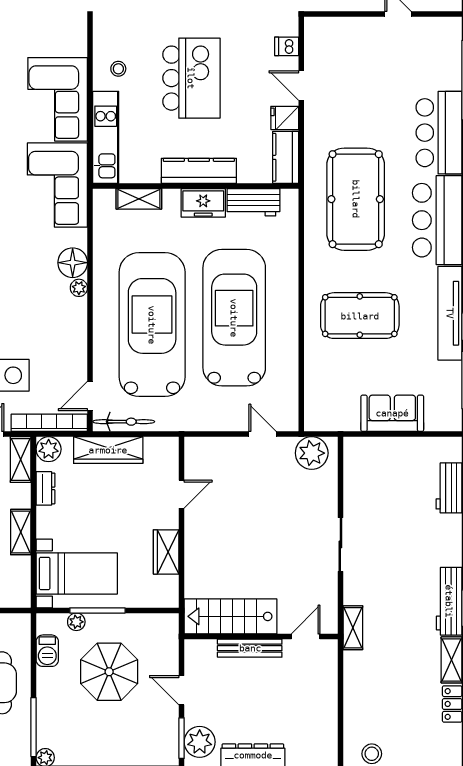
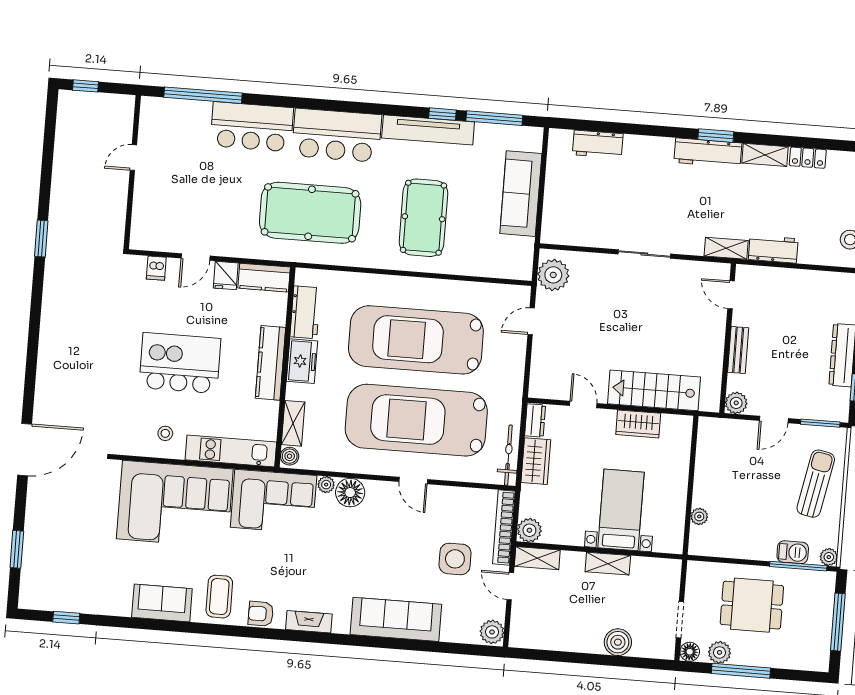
corner sofa: (58, 99) -> (175, 504), width x1.36, depth x1.36
boiler: (105, 198) -> (290, 456), added
plant: (79, 288) -> (326, 485), moved
door: (90, 396) -> (413, 480), moved
sofa: (392, 413) -> (521, 194), width x1.36
wardrobe: (108, 450) -> (536, 461), width x0.67
dresser: (46, 488) -> (535, 420), moved, turned 90
bed with nightstands: (77, 573) -> (621, 510), moved
window: (97, 610) -> (690, 495), removed
stairs: (231, 616) -> (654, 390), moved, turned 90
bench: (250, 648) -> (738, 350), width x0.73
barbecue: (47, 651) -> (793, 552), moved
parasol: (109, 672) -> (750, 488), removed
workbench: (356, 676) -> (773, 249), added
sun lounger: (119, 738) -> (816, 484), added
plant: (200, 742) -> (736, 403), moved, width x0.73, depth x0.73

